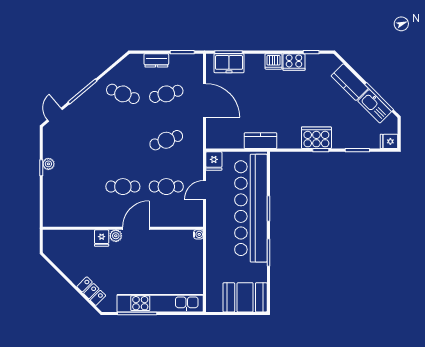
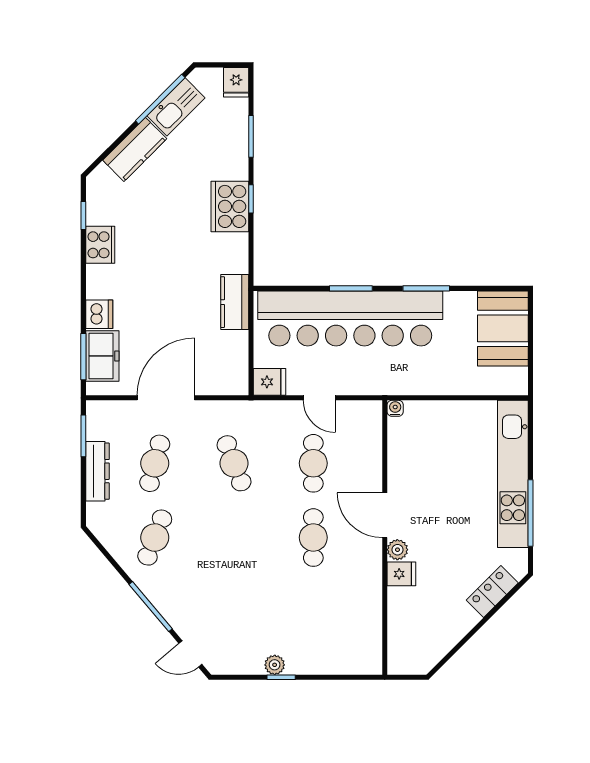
dresser: (156, 60) -> (97, 471), width x1.44
dishwasher: (273, 61) -> (99, 314), moved
cafe table: (166, 94) -> (155, 463), turned 30

